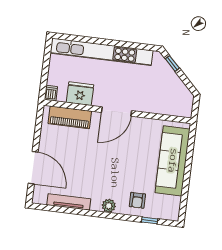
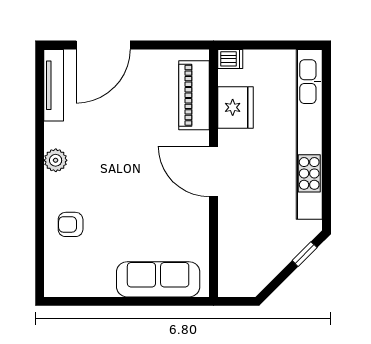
sofa: (173, 161) -> (158, 279), width x0.74, depth x0.79
tv unit: (69, 202) -> (54, 85), moved
plant: (109, 206) -> (56, 160), moved
window: (150, 220) -> (40, 249), removed

